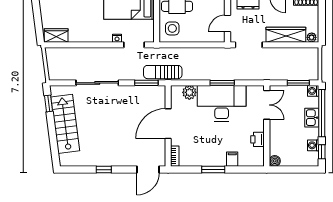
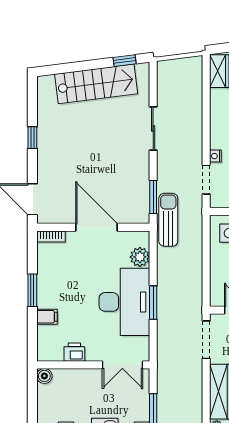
sliding door: (97, 83) -> (153, 129), width x0.73

